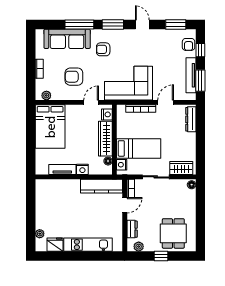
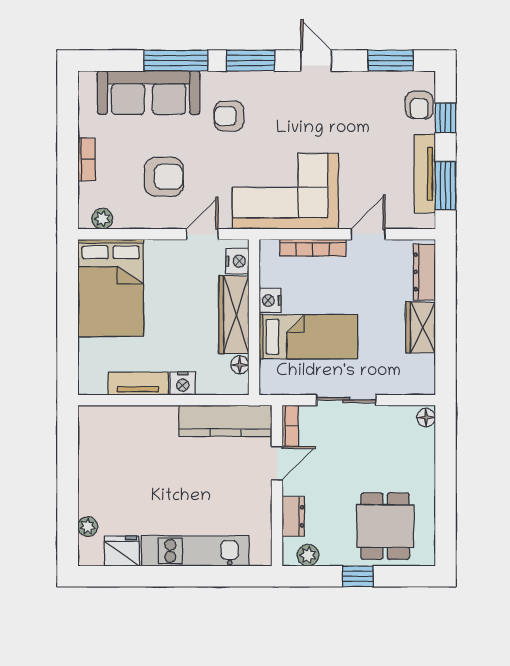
armchair: (74, 77) -> (164, 177), turned 180
nightstand: (122, 165) -> (270, 301), moved
wardrobe: (181, 168) -> (420, 327), moved, turned -90

